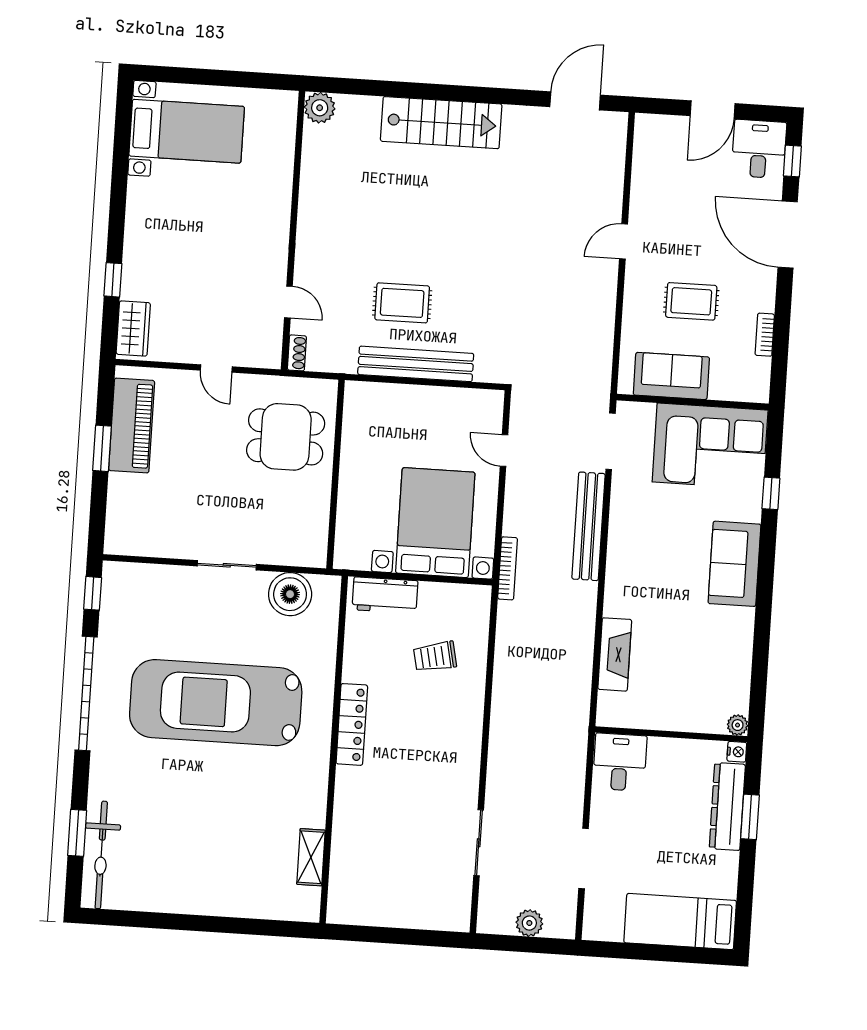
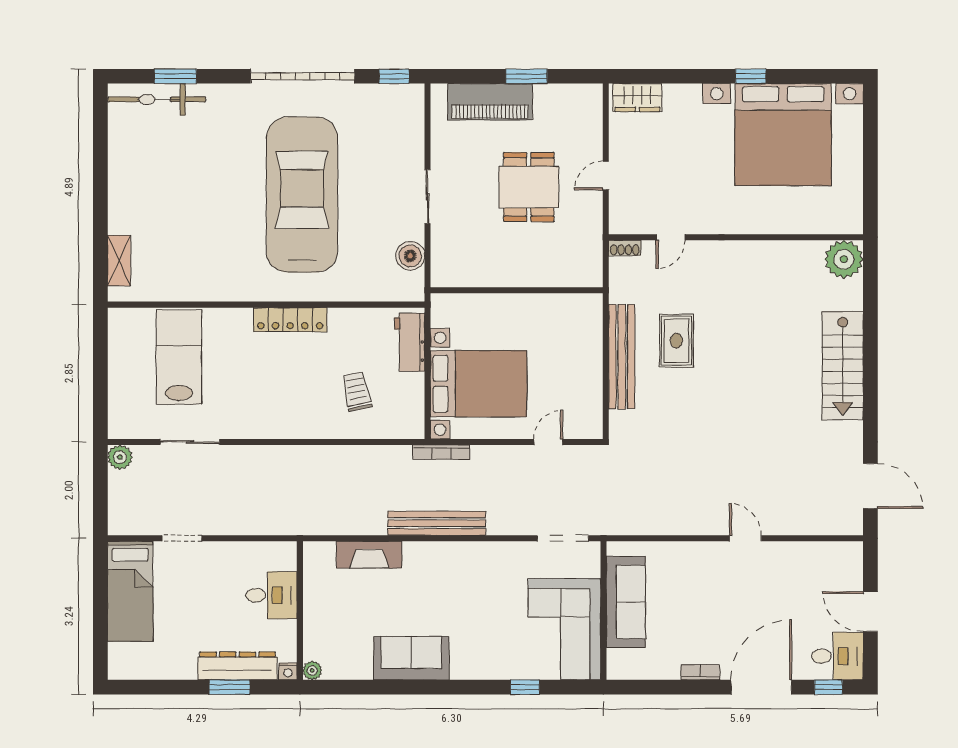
plant: (320, 108) -> (844, 259), width x1.36, depth x1.36
bed with nightstands: (187, 131) -> (783, 135), width x1.85
window: (113, 280) -> (751, 76), moved
rug: (691, 301) -> (695, 603), removed
bookcase: (765, 335) -> (700, 672), moved
sofa: (671, 376) -> (626, 602), width x1.36
piano: (132, 426) -> (490, 102), moved
dining table: (286, 437) -> (529, 187), moved
bench: (589, 526) -> (437, 523), moved
sofa: (734, 564) -> (411, 658), moved
boiler: (290, 594) -> (410, 256), width x0.73, depth x0.73
desk: (620, 762) -> (272, 595), moved
lab bench: (385, 849) -> (179, 357), added
shelving: (311, 857) -> (119, 261), moved, turned 90
doorway: (584, 858) -> (182, 538), width x0.73
bed: (680, 922) -> (130, 591), moved, turned 180
plant: (529, 923) -> (120, 457), moved

